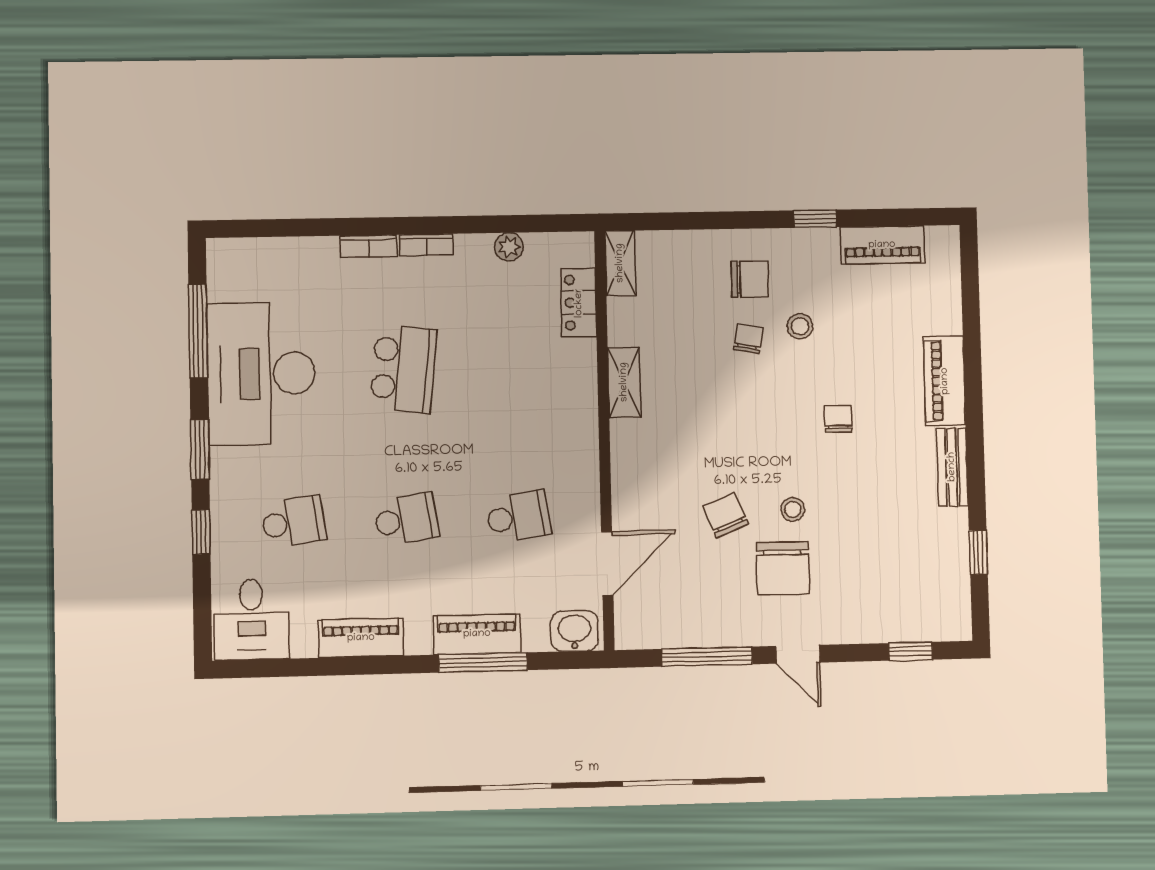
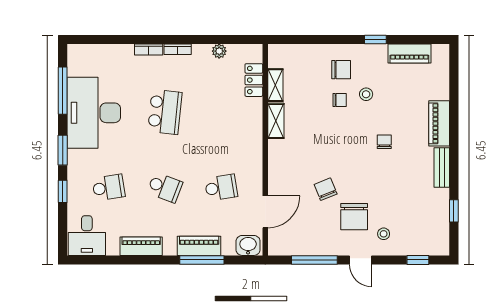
shelving: (620, 263) -> (275, 85), moved
chair: (748, 339) -> (340, 100), turned 79
stool: (793, 509) -> (384, 234), moved
school desk: (406, 519) -> (165, 187), turned 30

